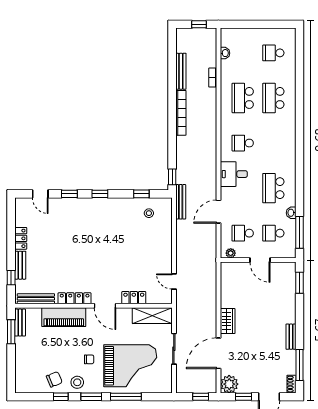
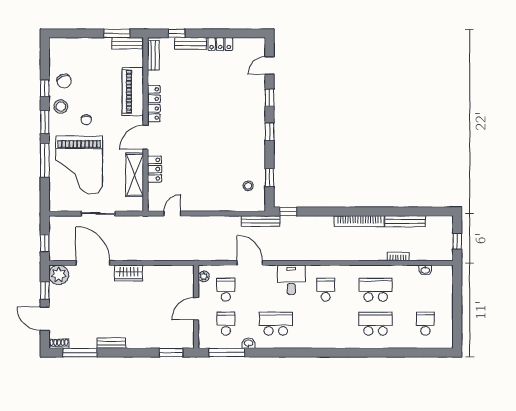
bench: (36, 299) -> (153, 55), width x0.73
shelving: (152, 316) -> (135, 175), moved

